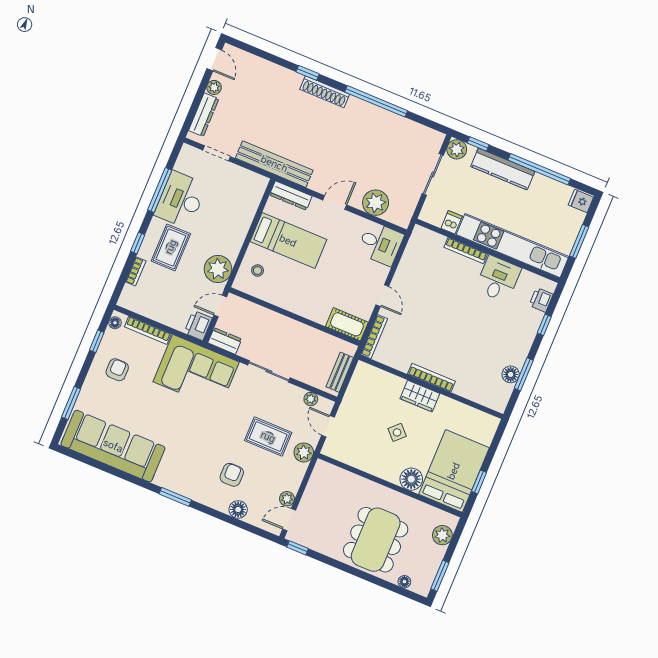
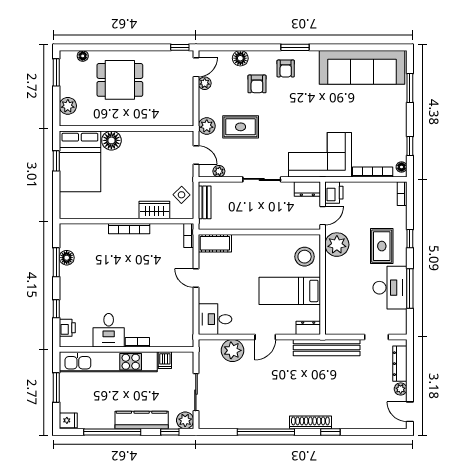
dresser: (291, 196) -> (308, 328), width x0.70
bookcase: (466, 250) -> (137, 342), width x0.64
stool: (258, 270) -> (305, 257), width x1.89, depth x1.89
bookcase: (136, 271) -> (402, 194), moved
bookcase: (374, 337) -> (189, 236), width x0.64
armchair: (117, 370) -> (286, 69), moved
wardrobe: (420, 396) -> (154, 210), moved
side table: (397, 432) -> (181, 195), moved
dining table: (376, 540) -> (120, 80), width x0.73

